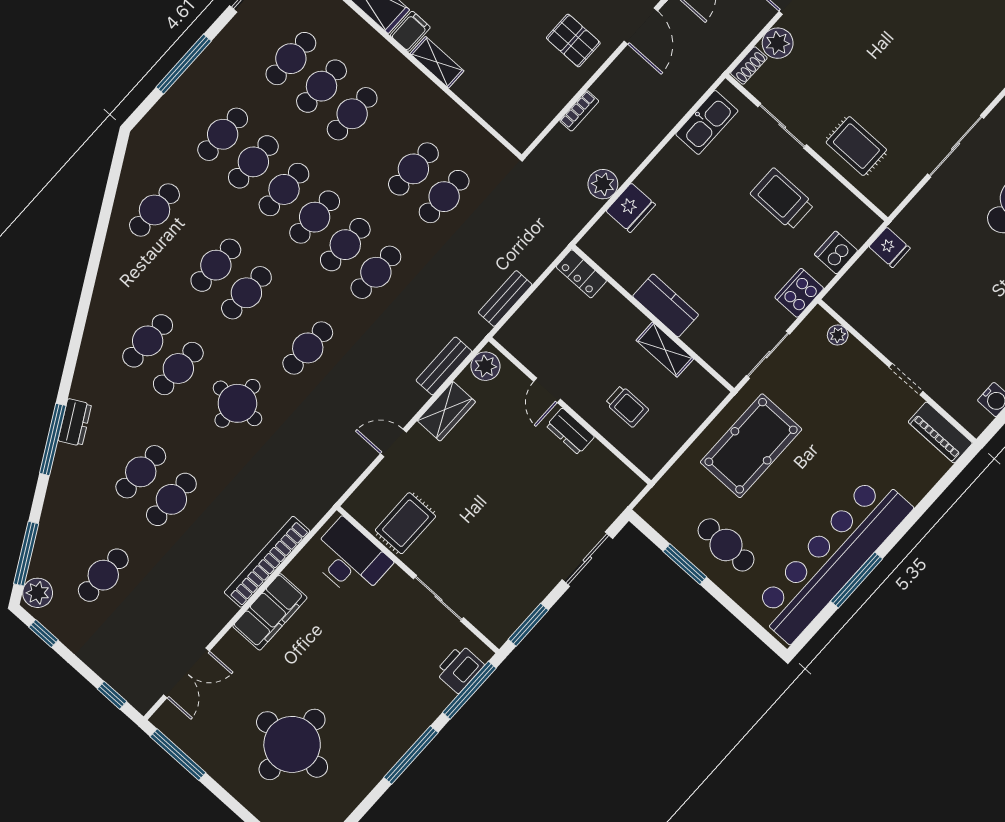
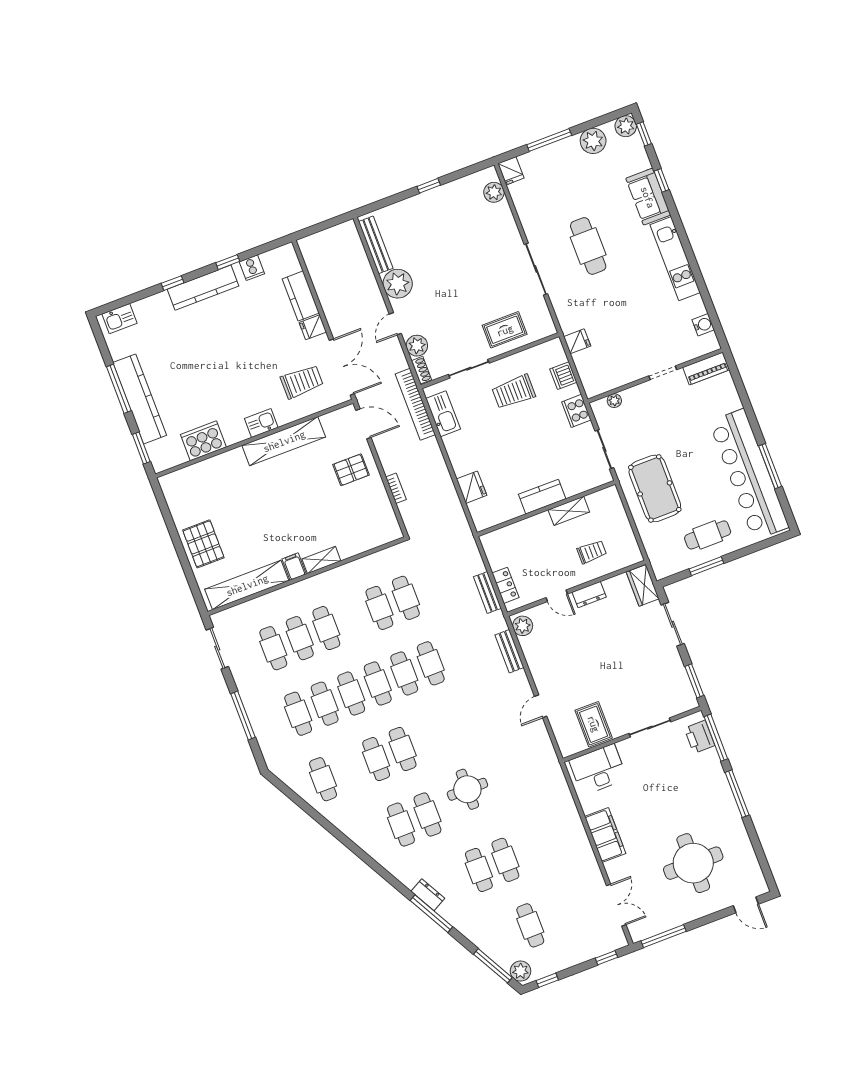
plant: (603, 184) -> (448, 497), removed
locker: (581, 274) -> (505, 585), moved, turned -90
cafe table: (308, 348) -> (456, 729), removed
wardrobe: (446, 411) -> (643, 585), moved, turned 180
bookcase: (267, 562) -> (415, 404), moved

